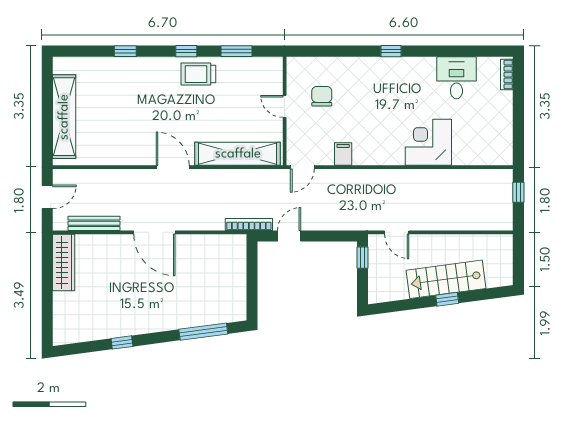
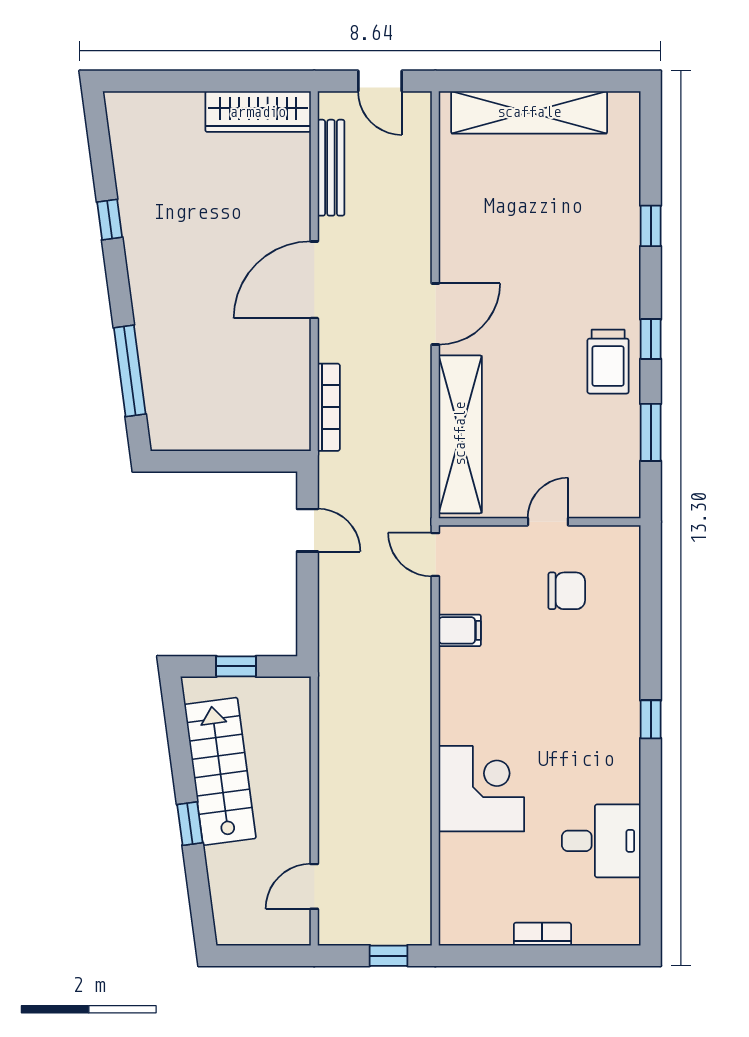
trolley: (198, 74) -> (608, 362), turned 180
bookcase: (507, 75) -> (542, 934), moved
bookcase: (249, 224) -> (329, 407), moved
door: (397, 232) -> (314, 886), moved
window: (363, 258) -> (236, 666), moved
stairs: (446, 279) -> (220, 771), moved

